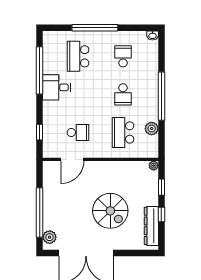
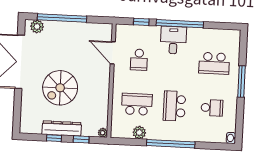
window: (95, 28) -> (241, 81), width x0.68
school desk: (78, 56) -> (214, 63), turned 180
window: (40, 70) -> (180, 24), moved
desk: (57, 87) -> (173, 40), moved
school desk: (123, 94) -> (174, 106), width x1.85
dresser: (151, 226) -> (62, 128), moved

